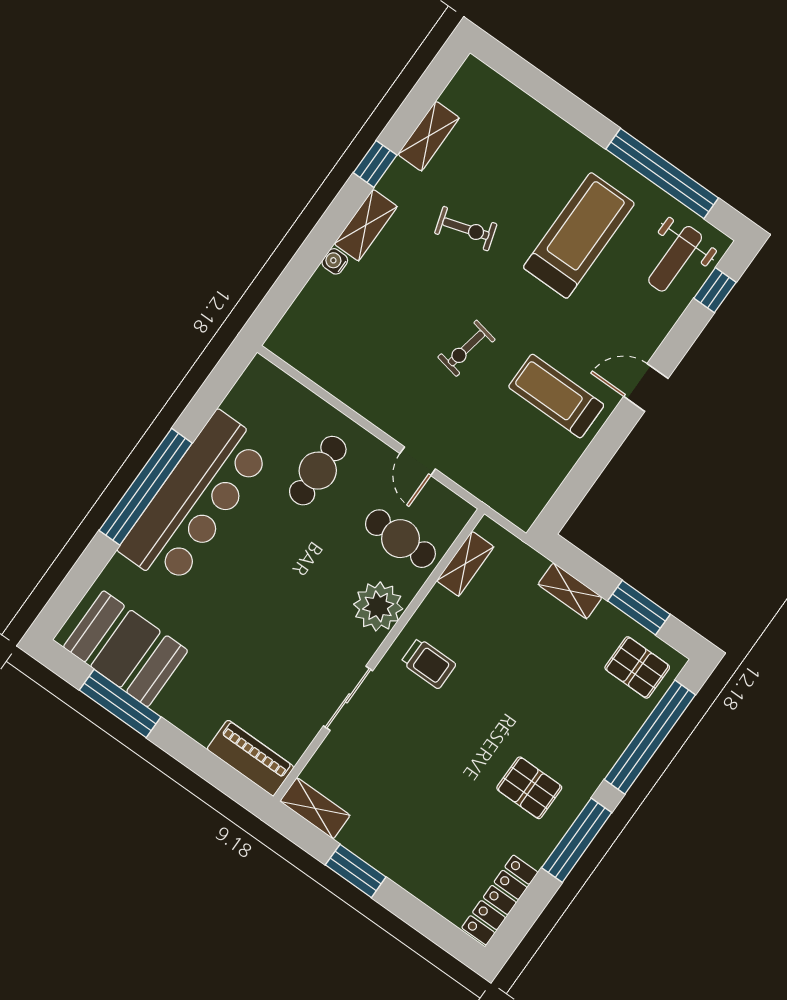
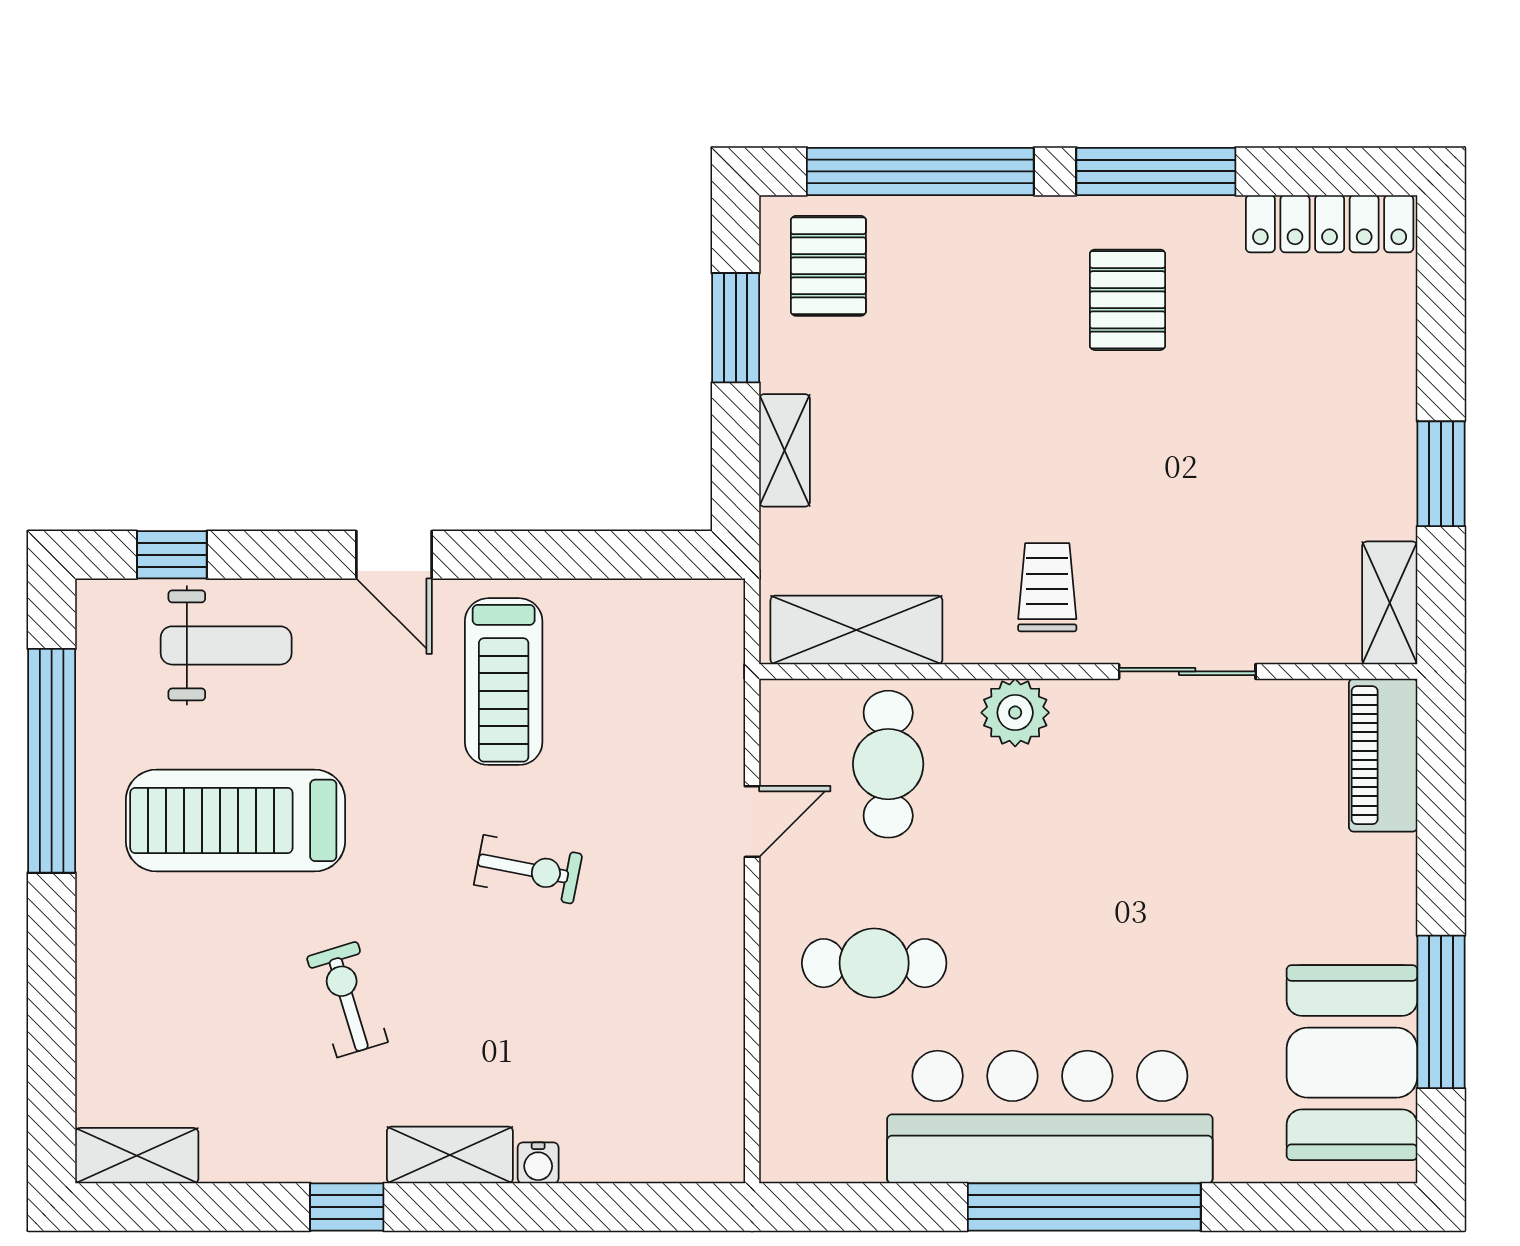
shelving: (429, 136) -> (137, 1156), moved
weight bench: (675, 259) -> (226, 645), moved
shelving: (465, 564) -> (856, 630), width x1.50, depth x1.33
plant: (378, 606) -> (1015, 713), width x0.73, depth x0.73

